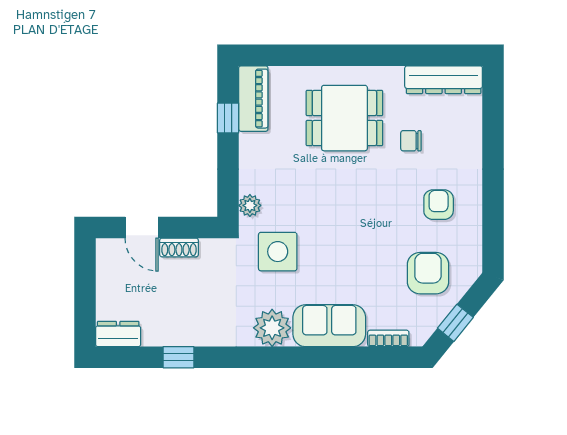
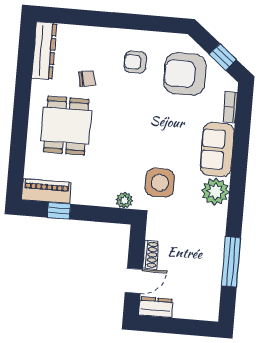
chair: (411, 141) -> (87, 78), turned -102
armchair: (428, 273) -> (185, 74), width x1.36, depth x1.36
dresser: (118, 334) -> (156, 307), moved, turned 90
window: (179, 357) -> (231, 262), width x2.17

